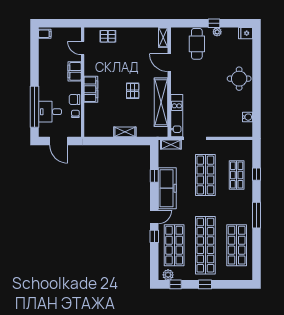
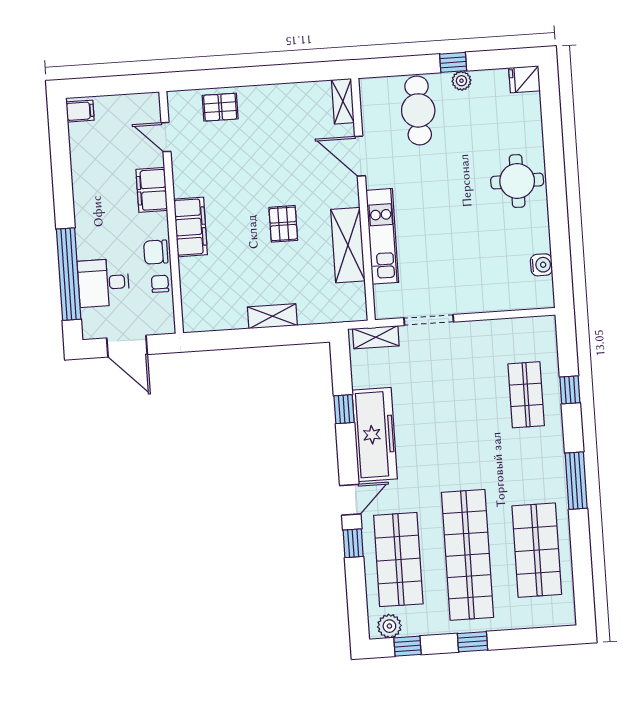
shelving: (161, 102) -> (348, 245), width x0.68
kitchen unit: (177, 116) -> (382, 236), moved
shop shelf: (205, 175) -> (457, 399), removed

